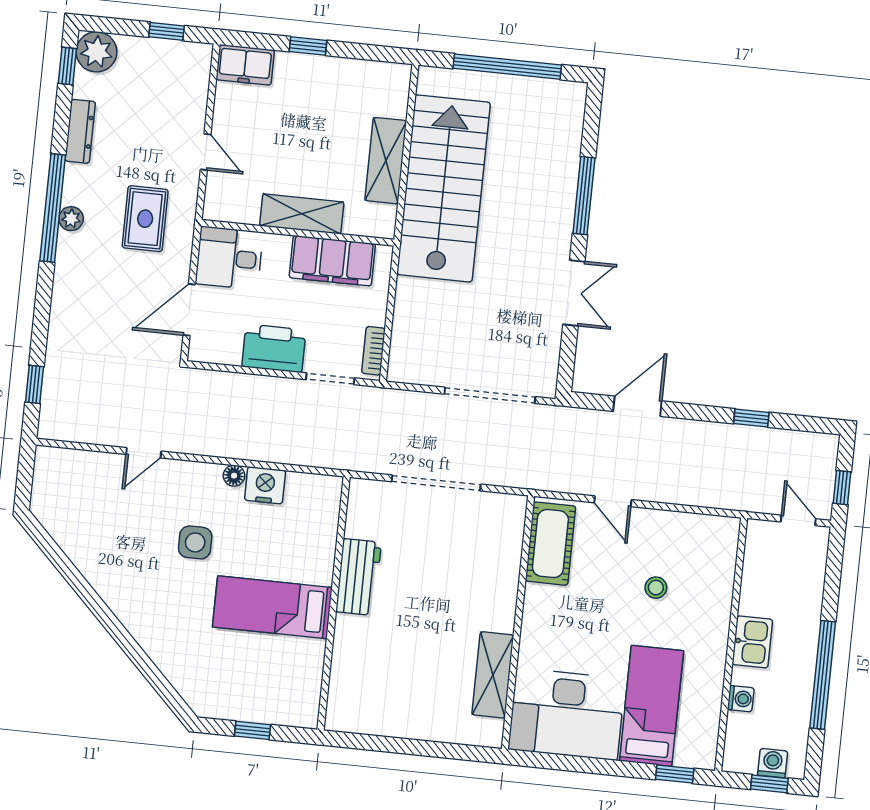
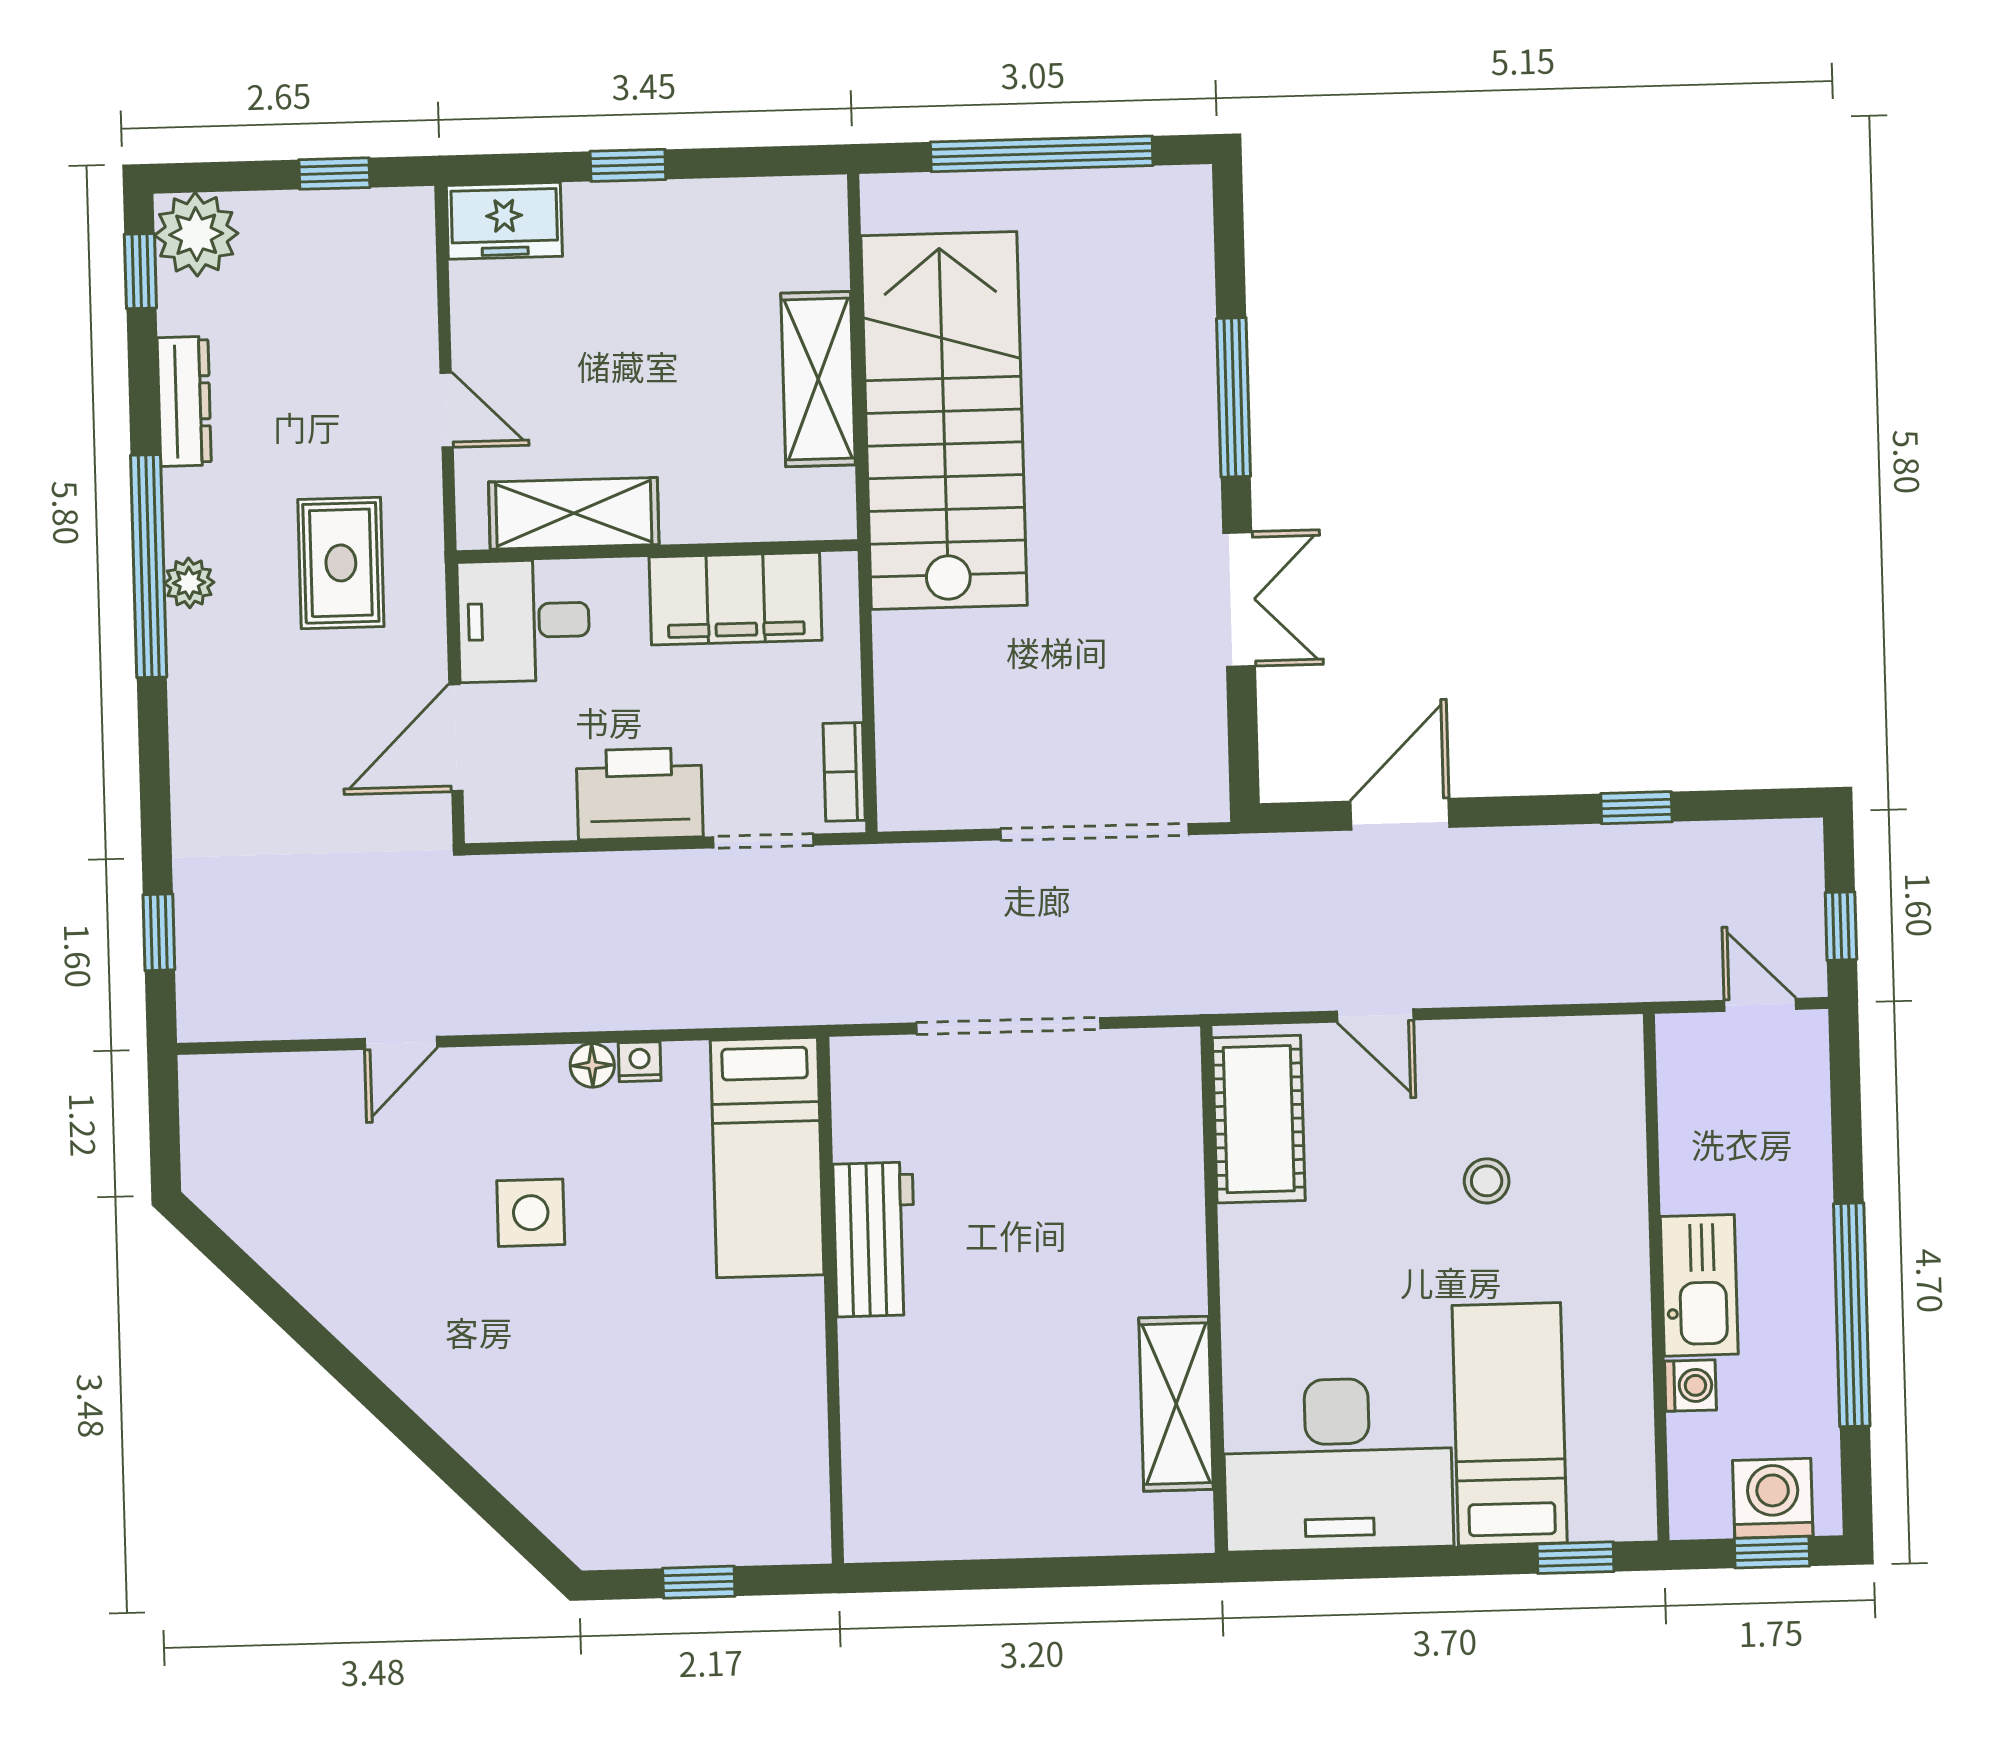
shelving: (302, 214) -> (574, 513), moved
nightstand: (265, 485) -> (640, 1062), width x0.53, depth x0.56
bed: (272, 607) -> (767, 1158), moved, turned -90
kitchen sink: (752, 642) -> (1699, 1285), width x1.38
washing machine: (773, 763) -> (1773, 1498), width x1.38, depth x1.38

